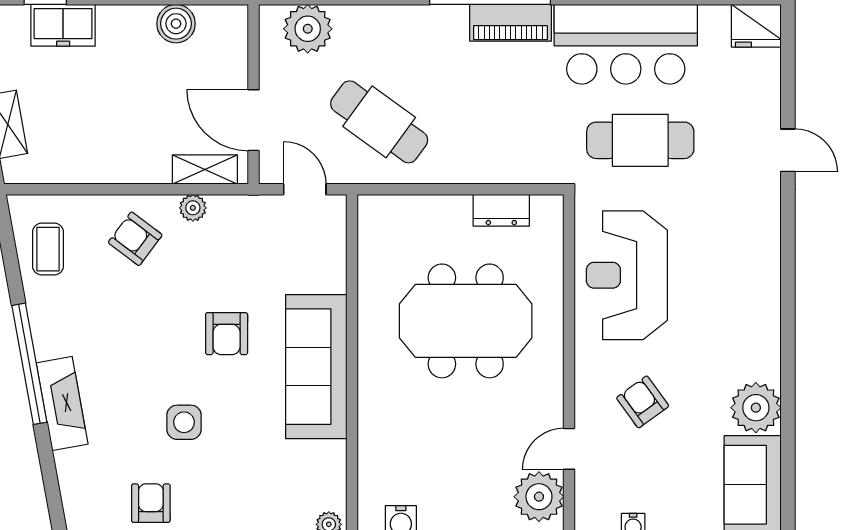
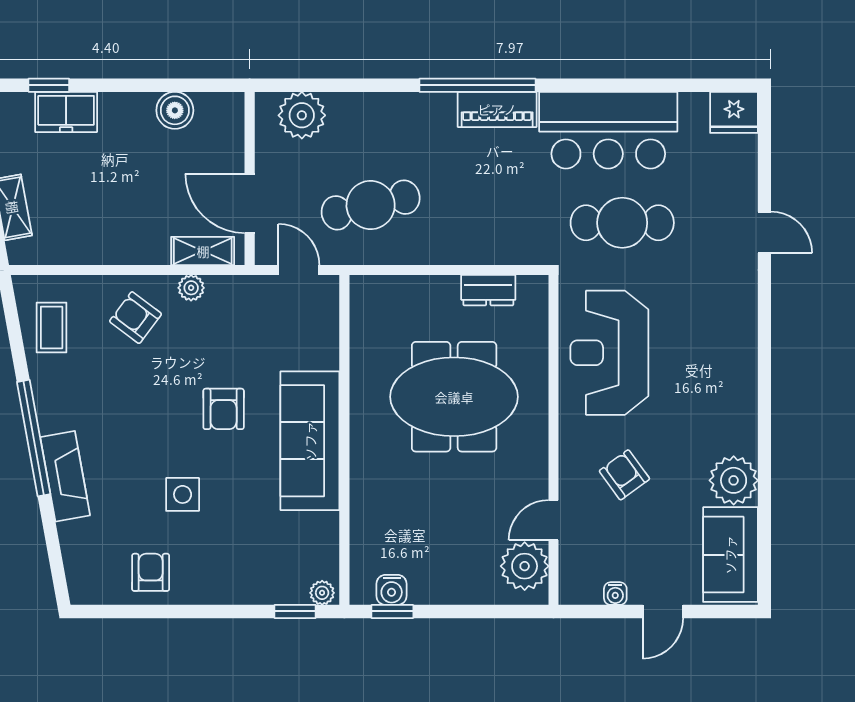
cafe table: (379, 122) -> (371, 205), turned -49

